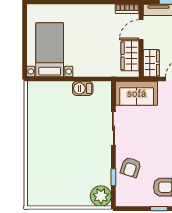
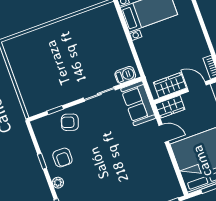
barbecue: (83, 88) -> (125, 75), moved, turned 90
plant: (101, 196) -> (34, 105), removed

